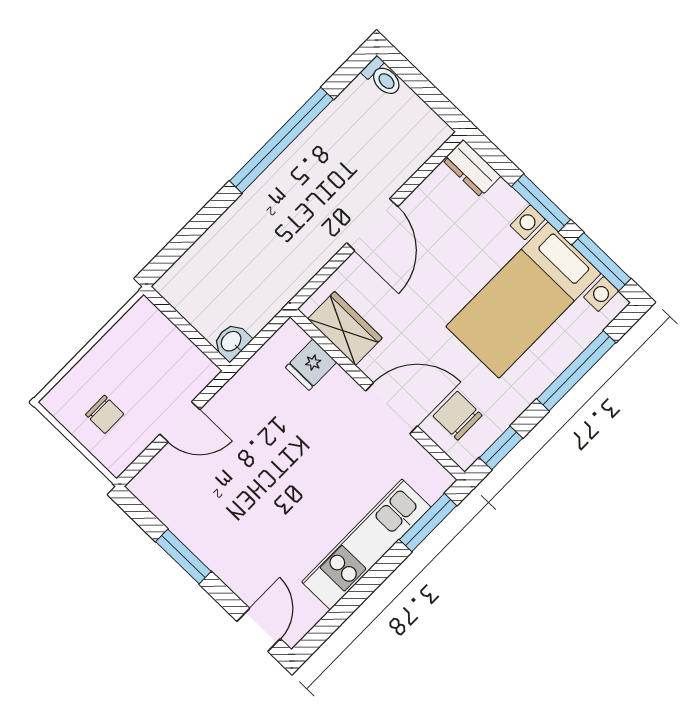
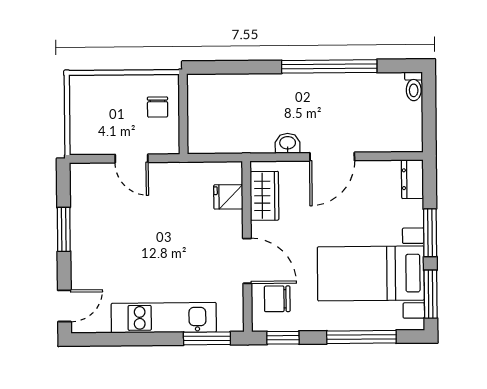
washbasin: (232, 342) -> (288, 143), moved
chair: (105, 414) -> (158, 107), moved
chair: (458, 416) -> (277, 299), turned -90

